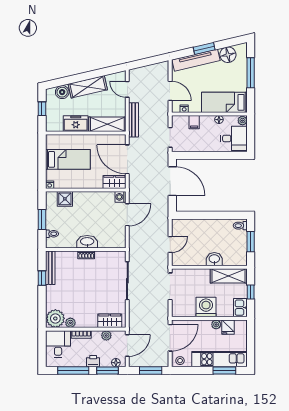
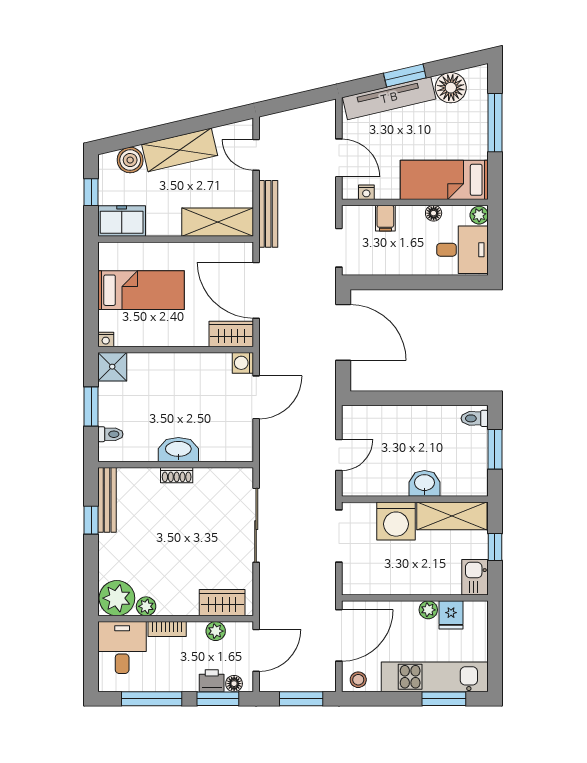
freezer: (76, 124) -> (122, 221), moved
shower: (65, 199) -> (112, 367), moved
washing machine: (206, 307) -> (396, 521), moved, turned 180
printer: (93, 361) -> (212, 681), moved

